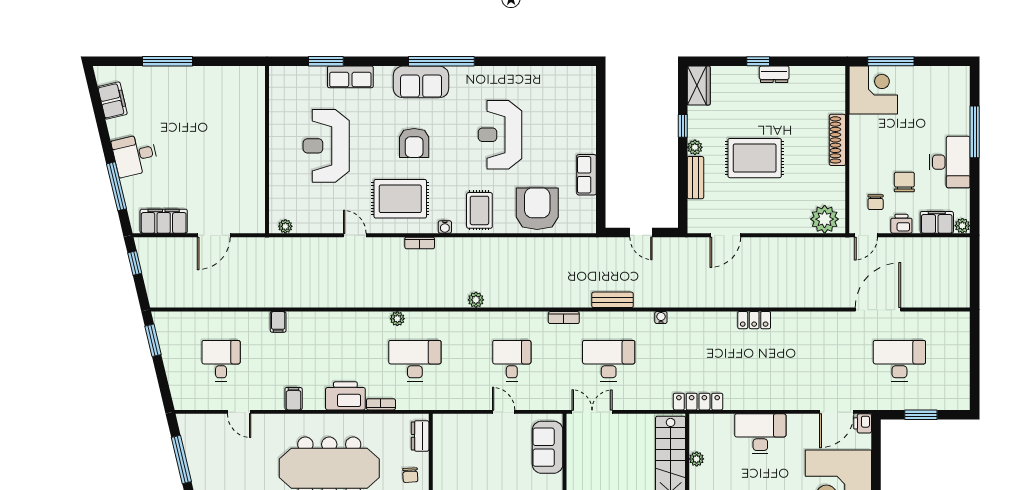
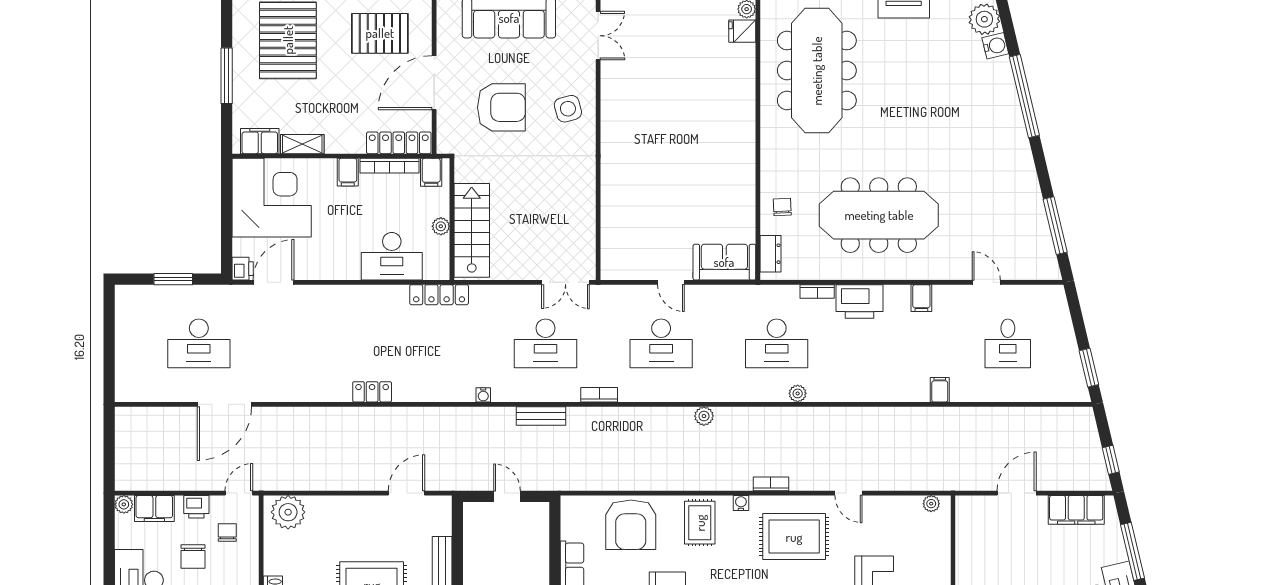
desk: (512, 361) -> (661, 343), width x1.37
desk: (760, 434) -> (392, 256), moved
sofa: (548, 447) -> (724, 262), moved, turned -90

